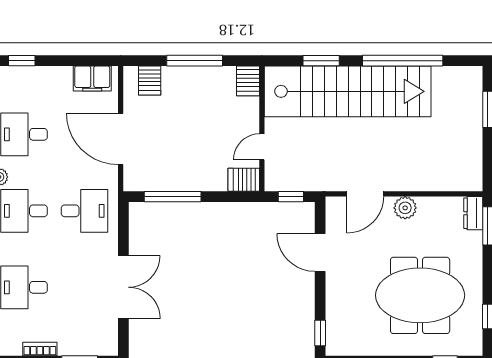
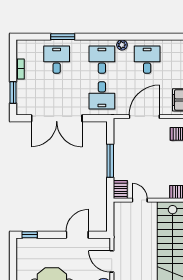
window: (173, 197) -> (110, 161), moved
window: (291, 197) -> (110, 217), removed
double door: (123, 287) -> (57, 118), width x1.36

